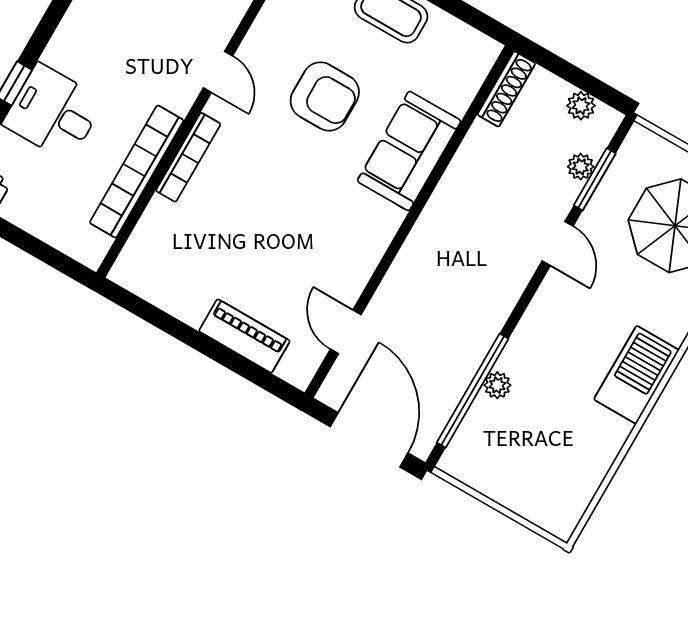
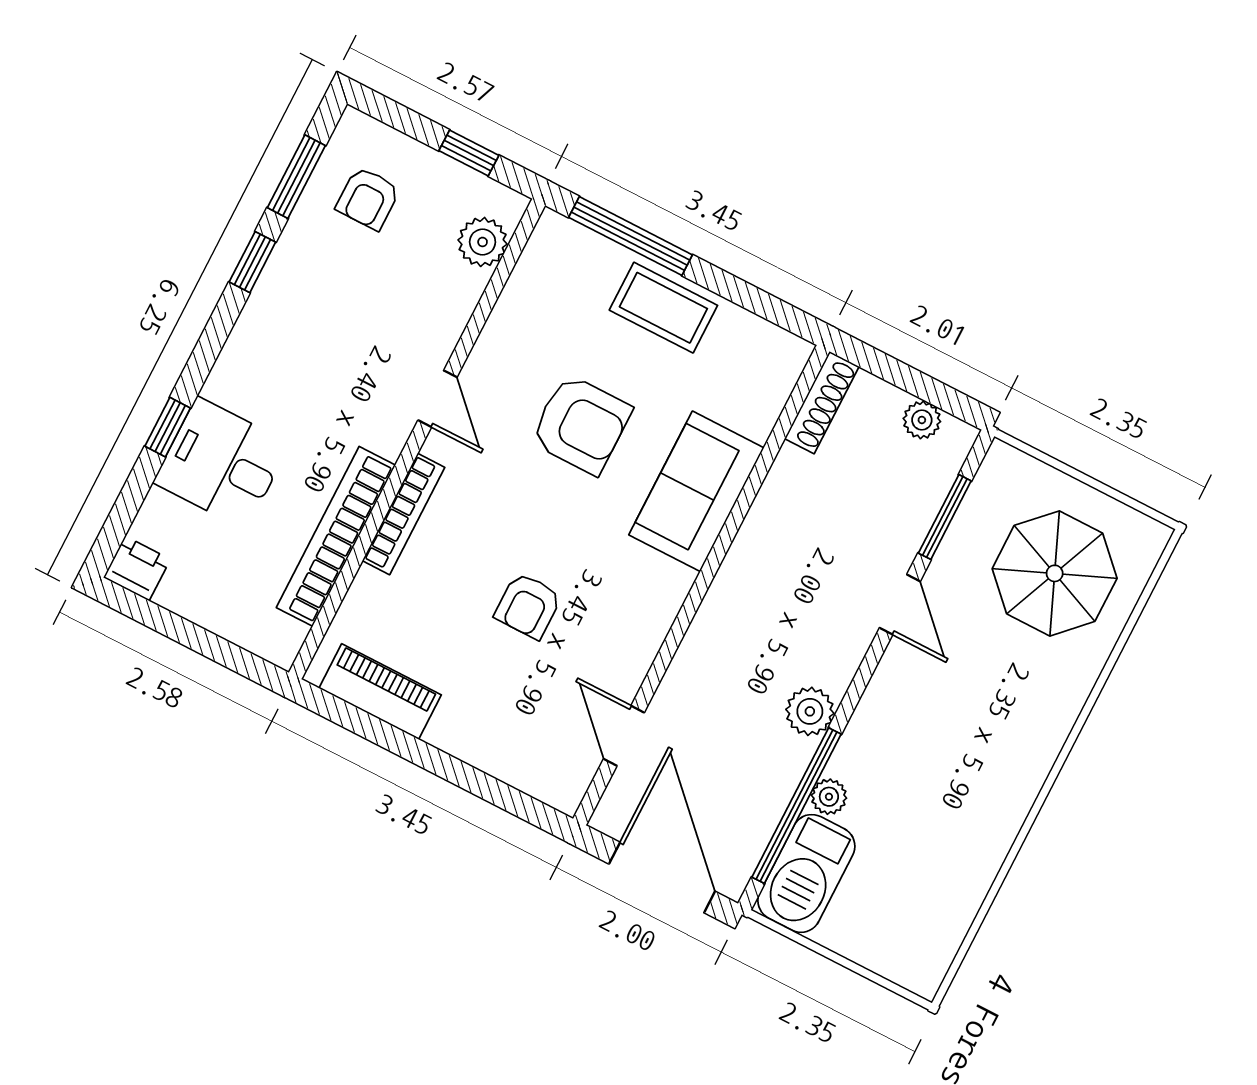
plant: (581, 167) -> (810, 711), moved, width x1.38, depth x1.38
armchair: (278, 231) -> (528, 606), added
piano: (244, 336) -> (380, 692), moved
barbecue: (636, 375) -> (806, 873), moved, turned 180

